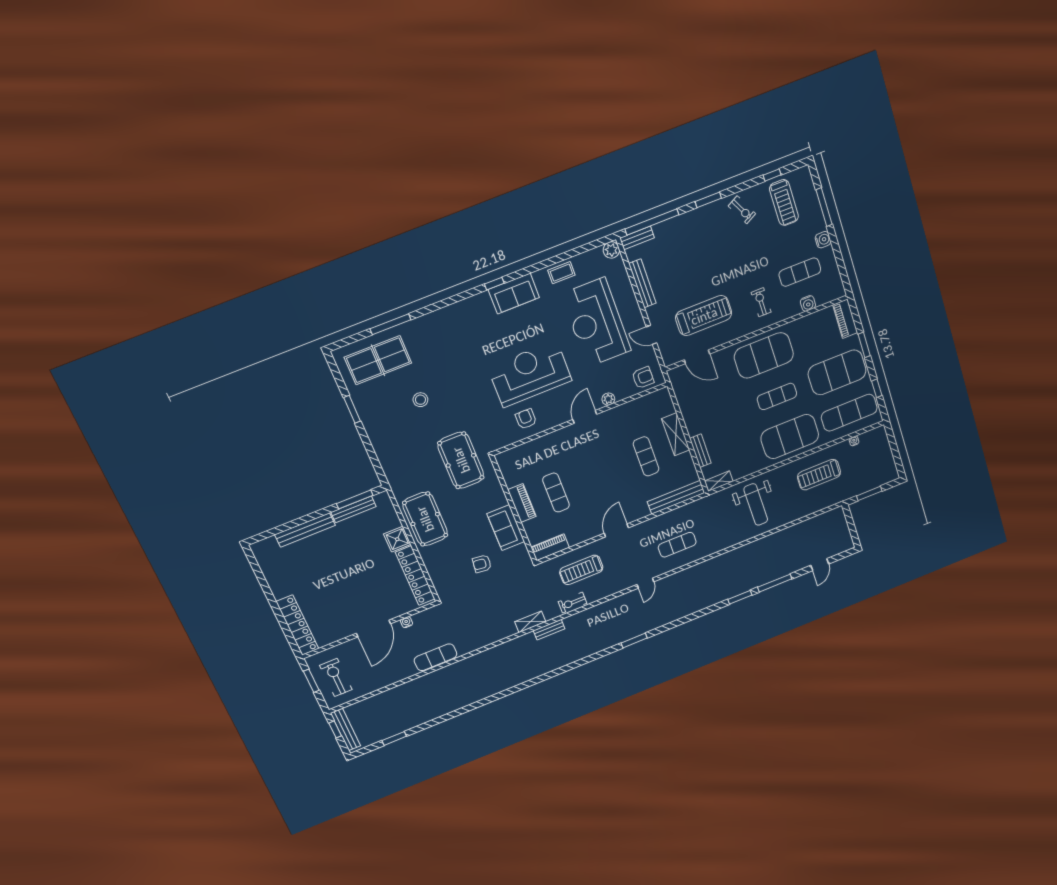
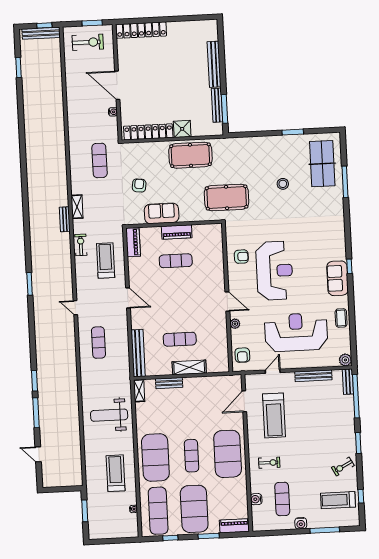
exercise mat: (436, 657) -> (100, 160), moved

